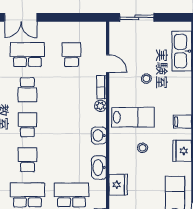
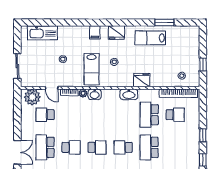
plant: (95, 37) -> (32, 97), added
door: (108, 64) -> (52, 88), swing flipped
lab bench: (133, 117) -> (92, 69), turned 180
school desk: (27, 125) -> (97, 147), turned 180
washbasin: (99, 135) -> (95, 94), moved

